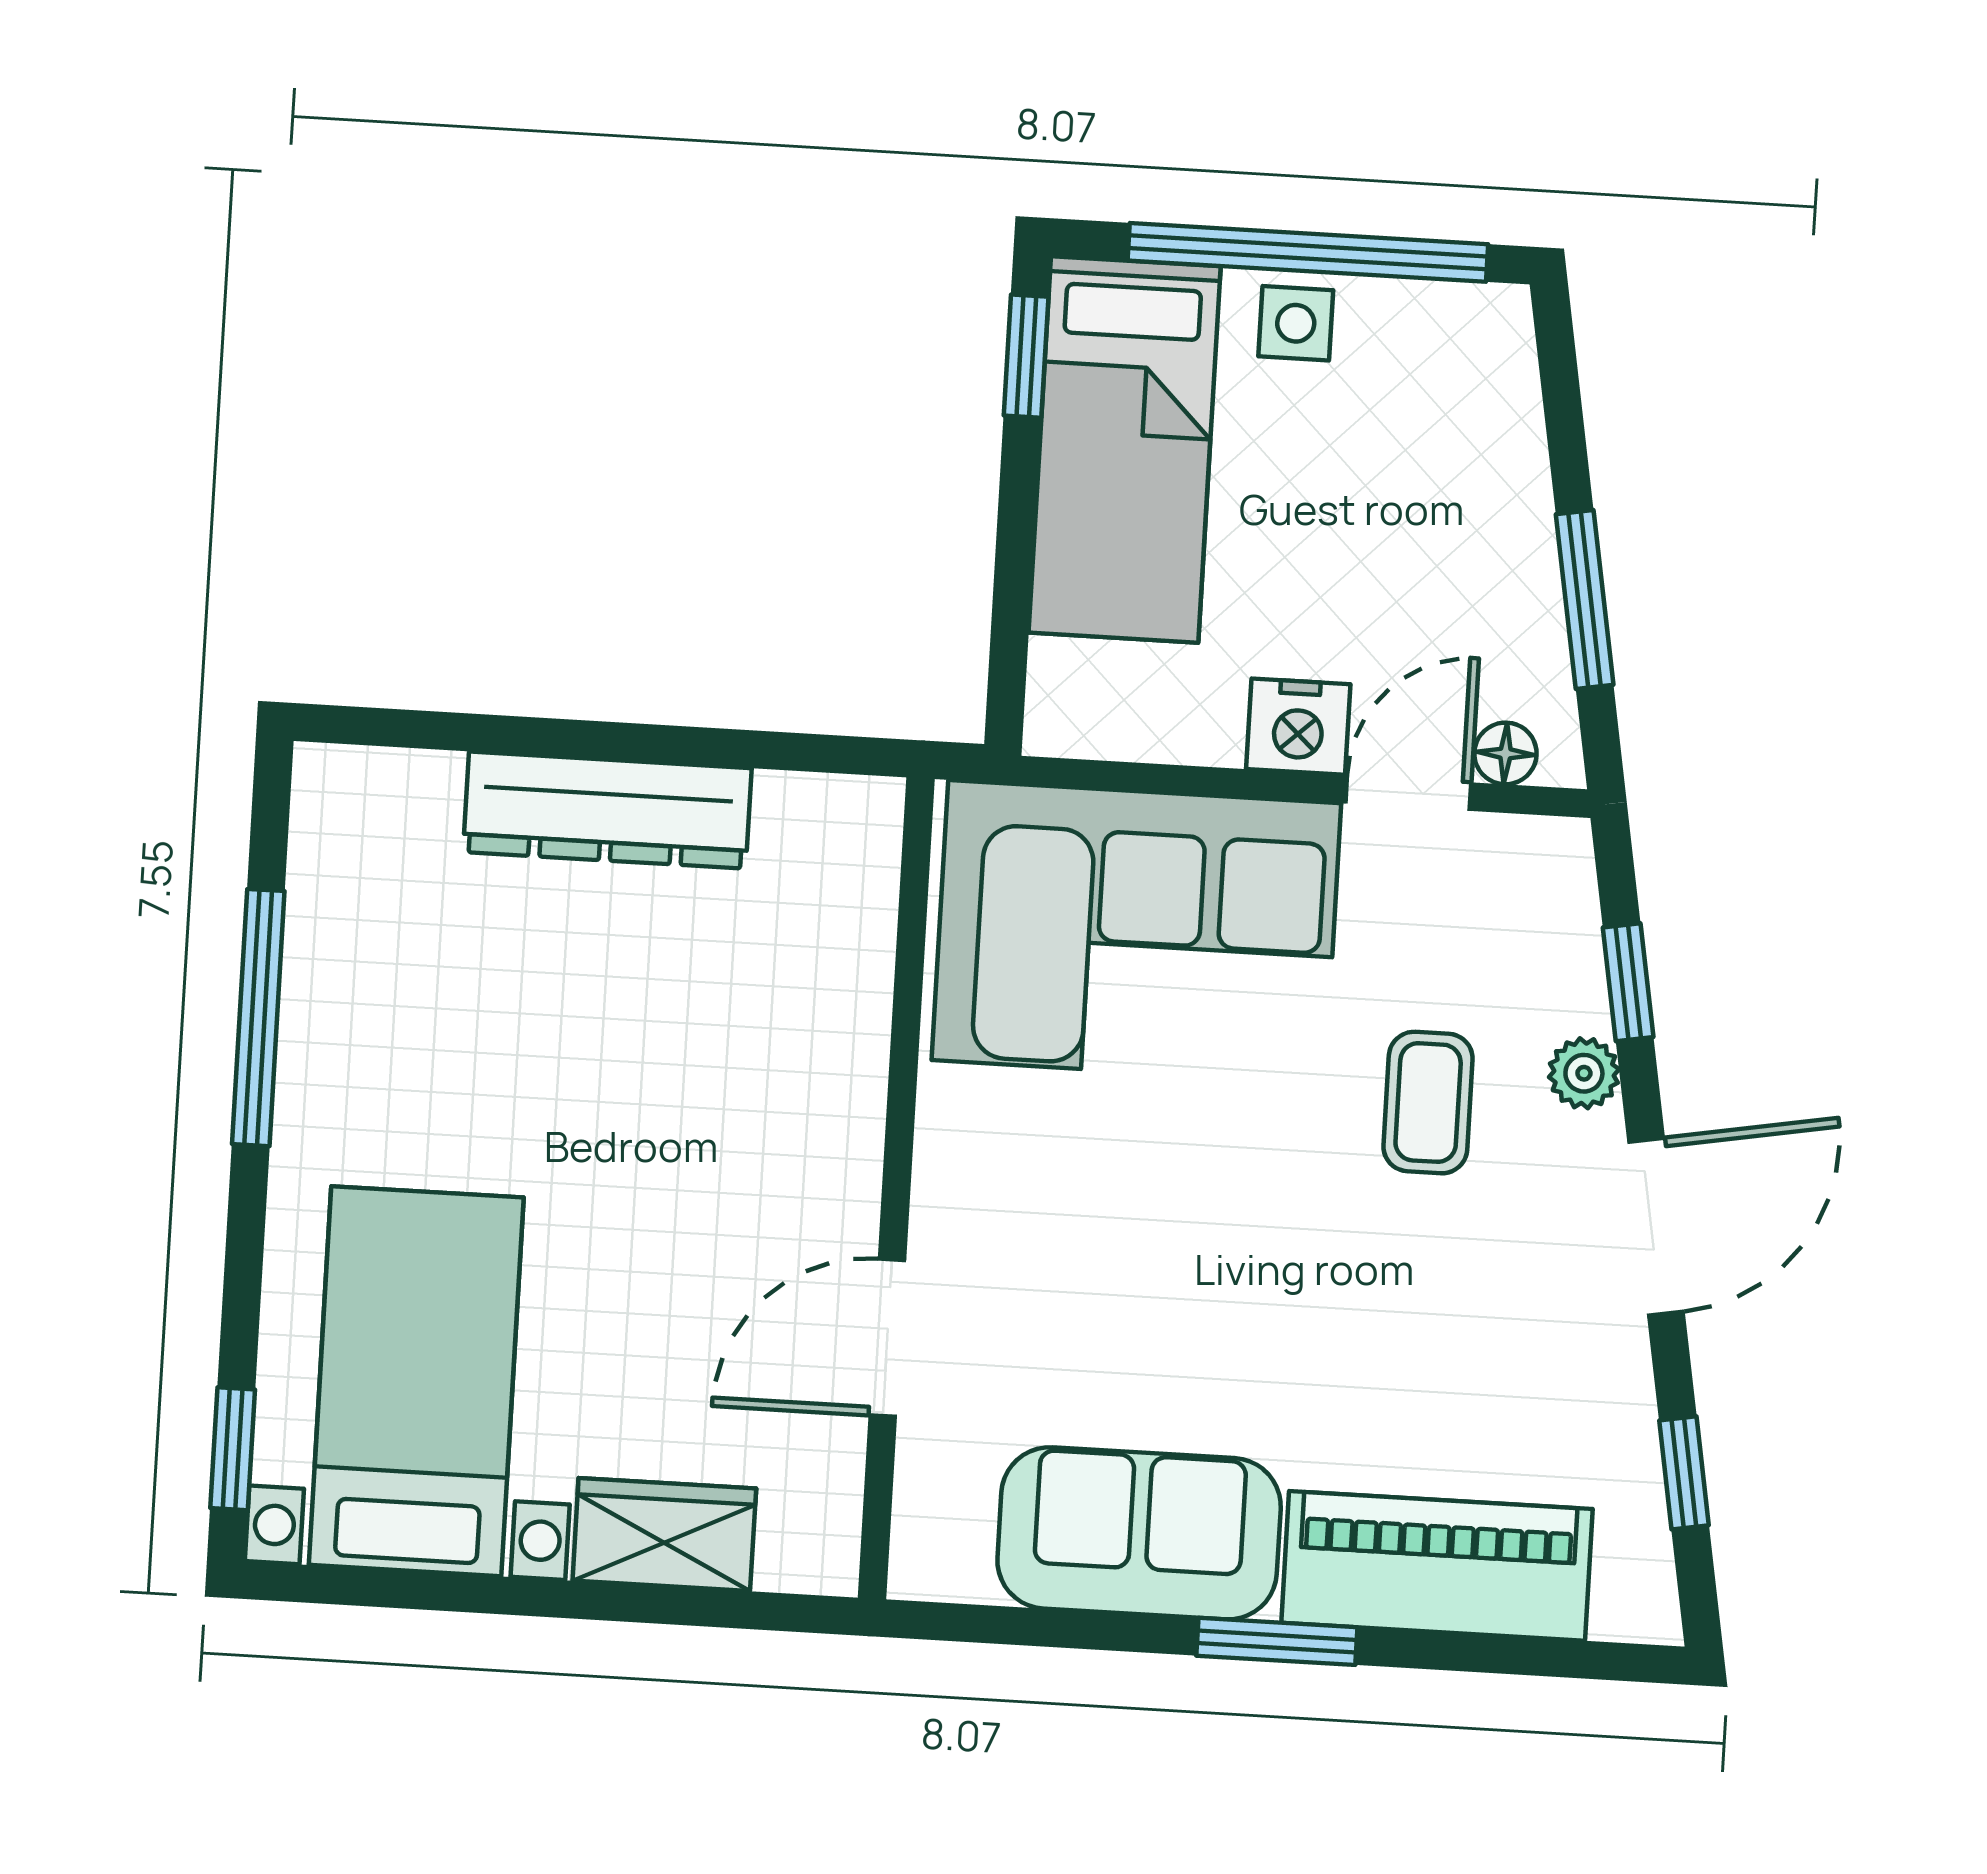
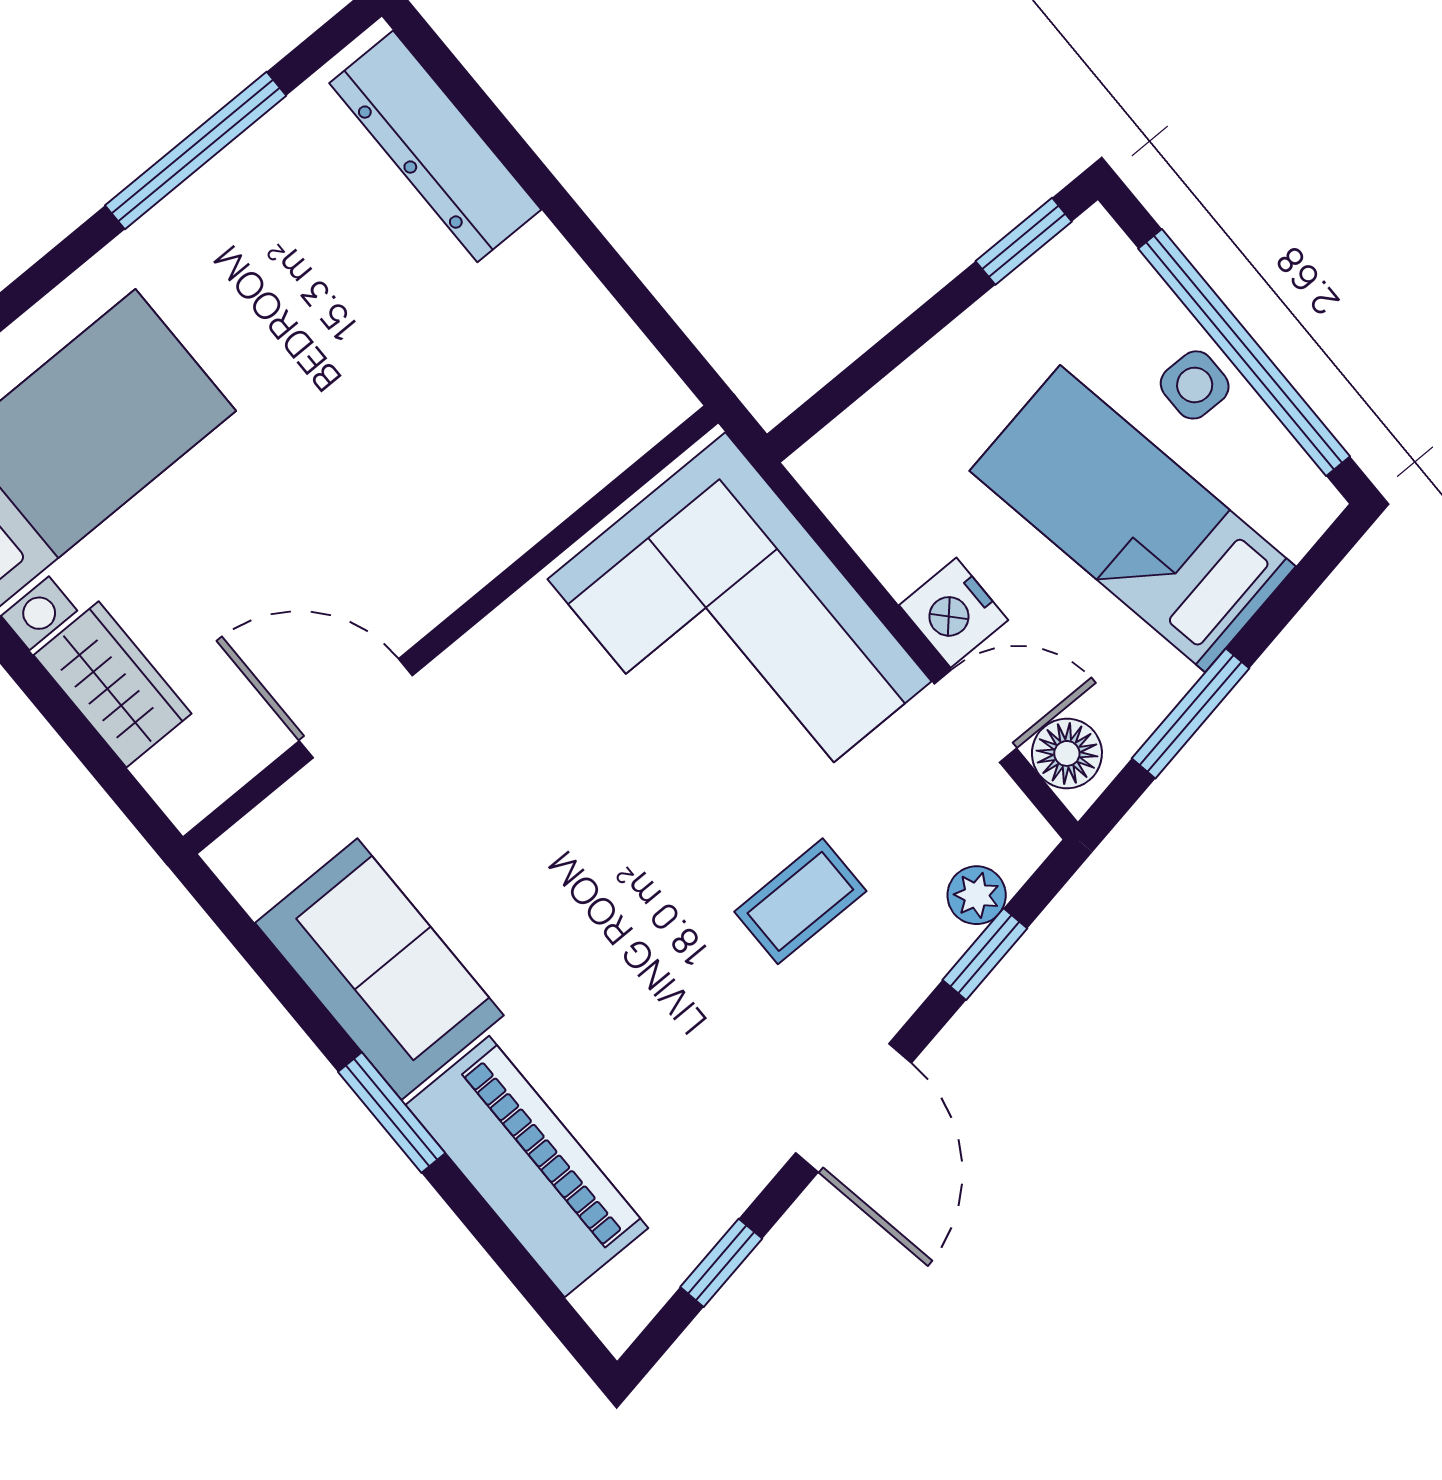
bed: (1125, 449) -> (1133, 519), moved, turned 80
floor lamp: (1505, 753) -> (1067, 753), width x1.37, depth x1.37
dresser: (607, 810) -> (435, 146), moved
plant: (1584, 1073) -> (977, 895), moved
door: (1656, 1227) -> (854, 1108), hinge flipped

